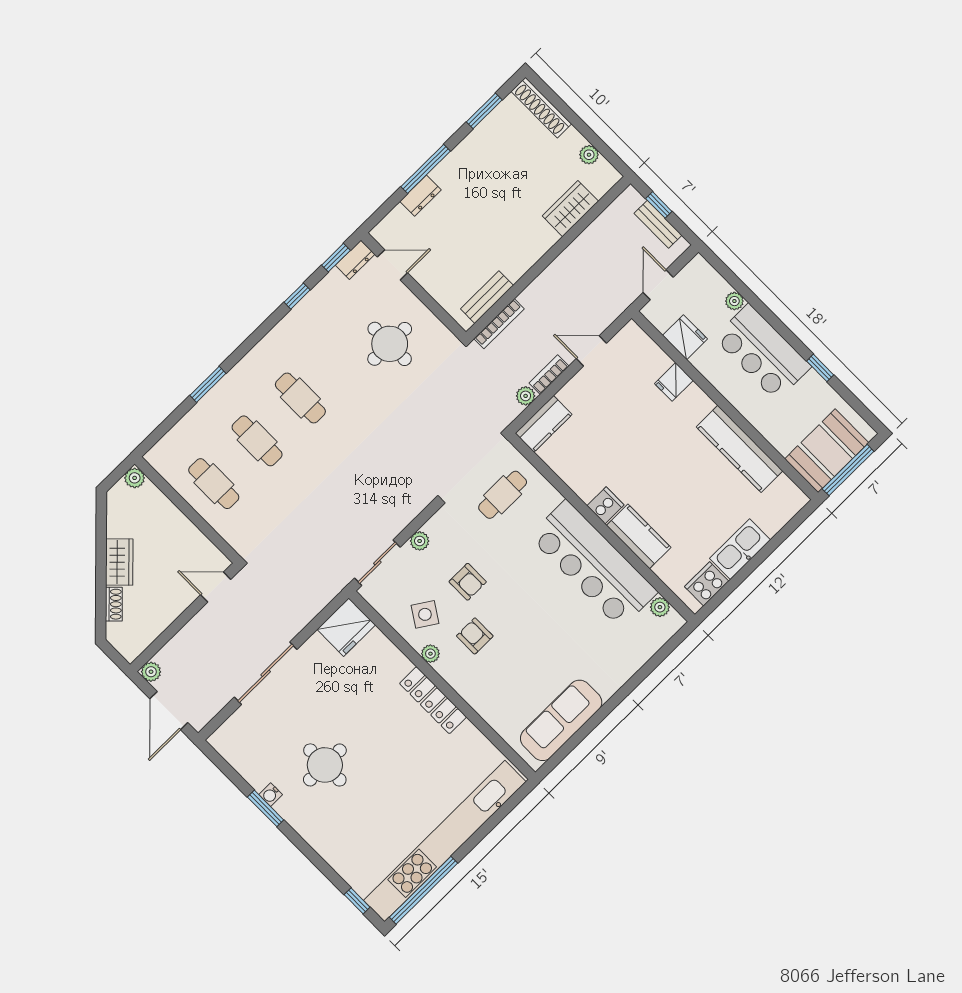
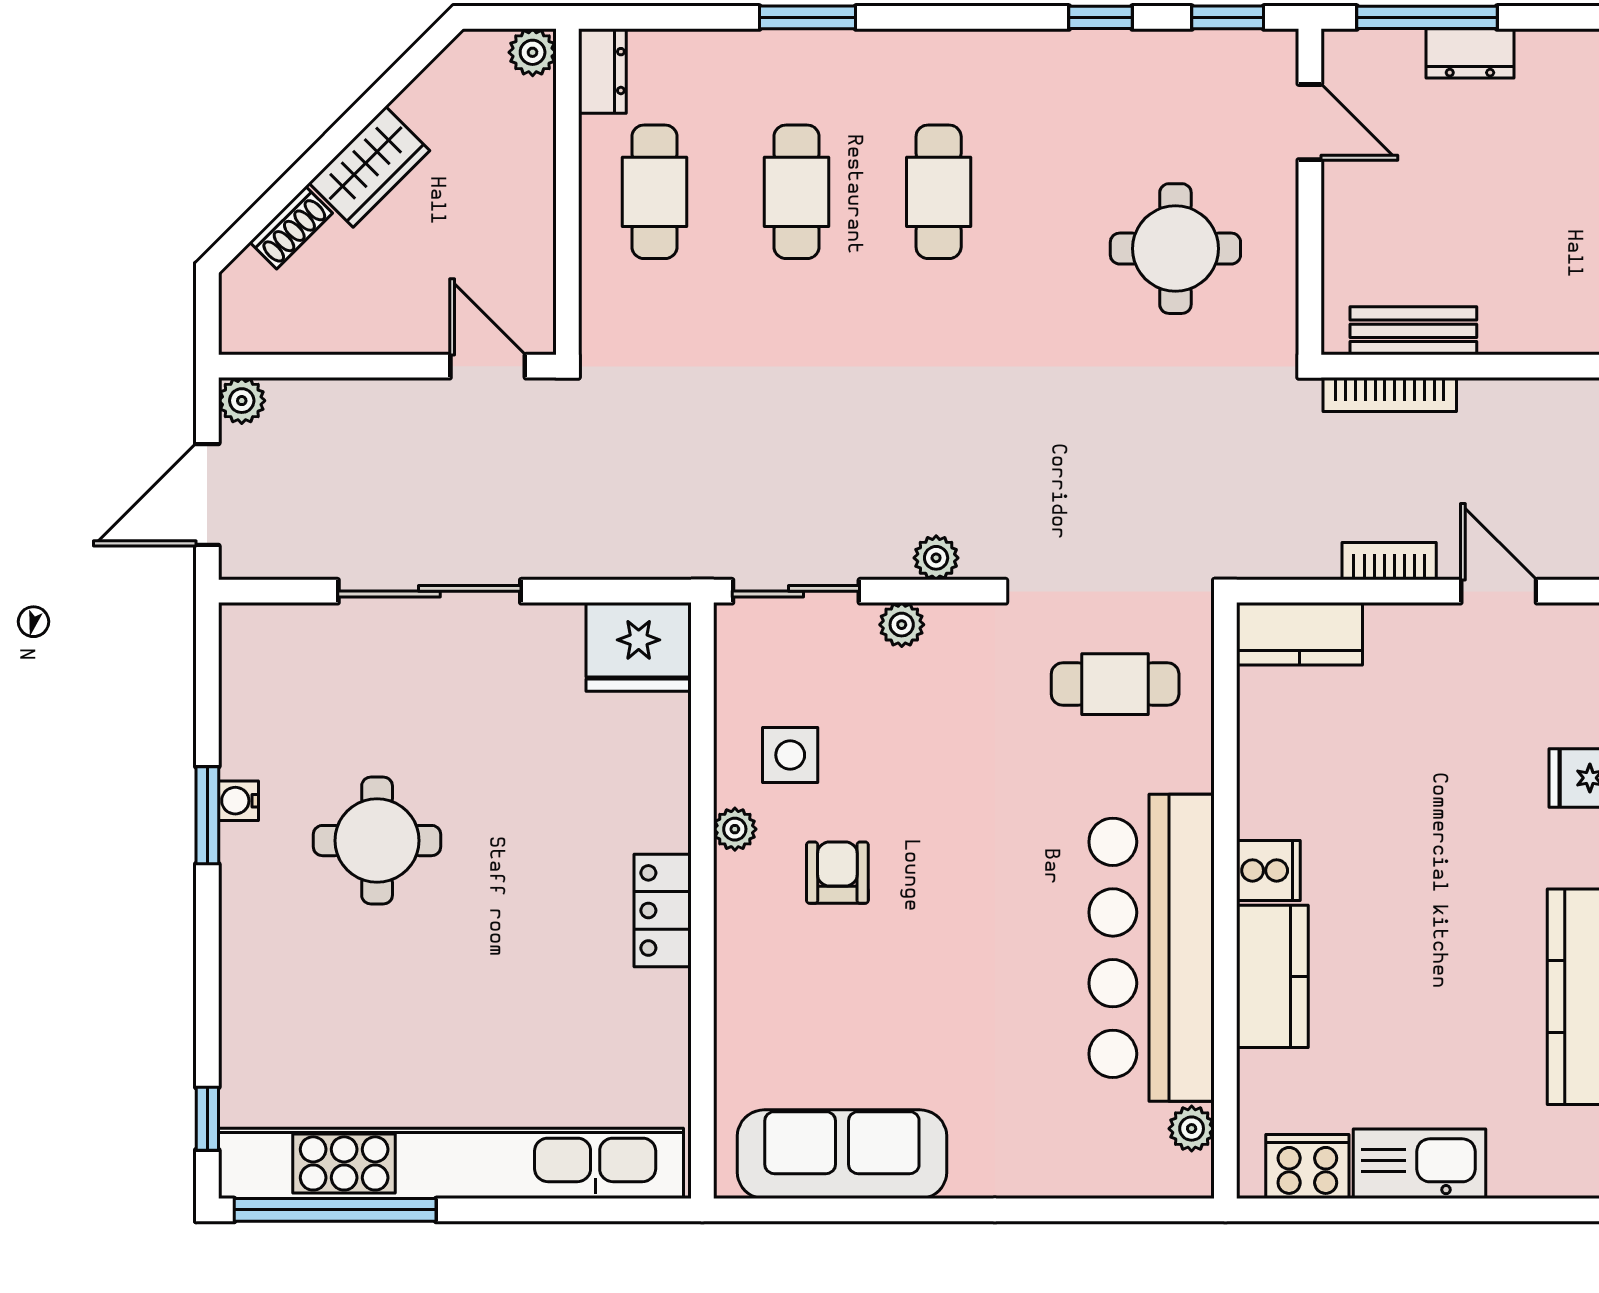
window: (426, 169) -> (1427, 17), moved
dresser: (355, 260) -> (602, 71), moved, turned -90
plant: (526, 396) -> (936, 558), moved
armchair: (468, 582) -> (914, 771), removed
side table: (425, 614) -> (790, 755), turned -33
locker: (433, 700) -> (663, 910), width x0.66

